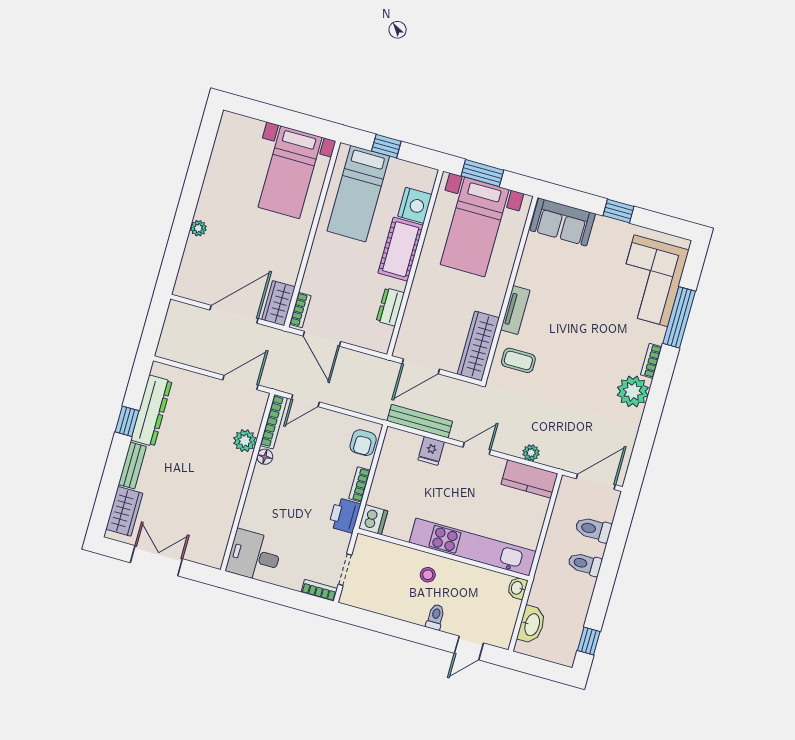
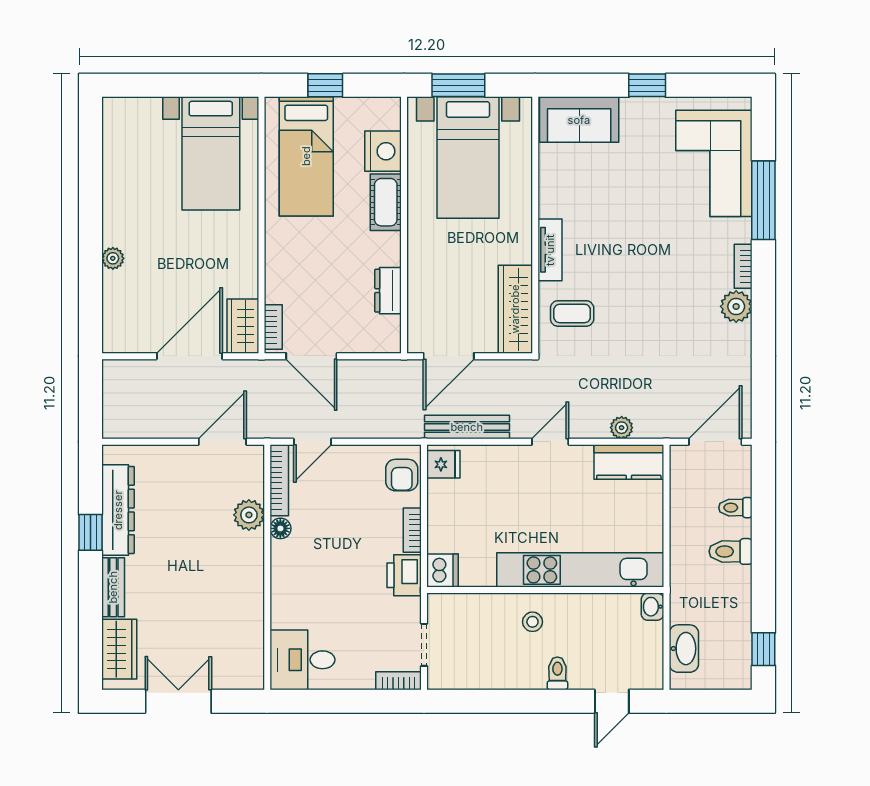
cot: (401, 249) -> (386, 202), width x0.73, depth x0.75
plant: (633, 391) -> (736, 306), width x0.73, depth x0.73
fridge: (431, 451) -> (443, 464), moved, turned -90
toilet: (593, 529) -> (735, 508), width x0.73, depth x0.72

